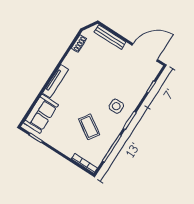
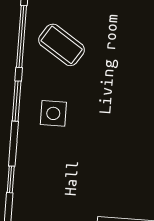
coffee table: (89, 127) -> (62, 45), moved

